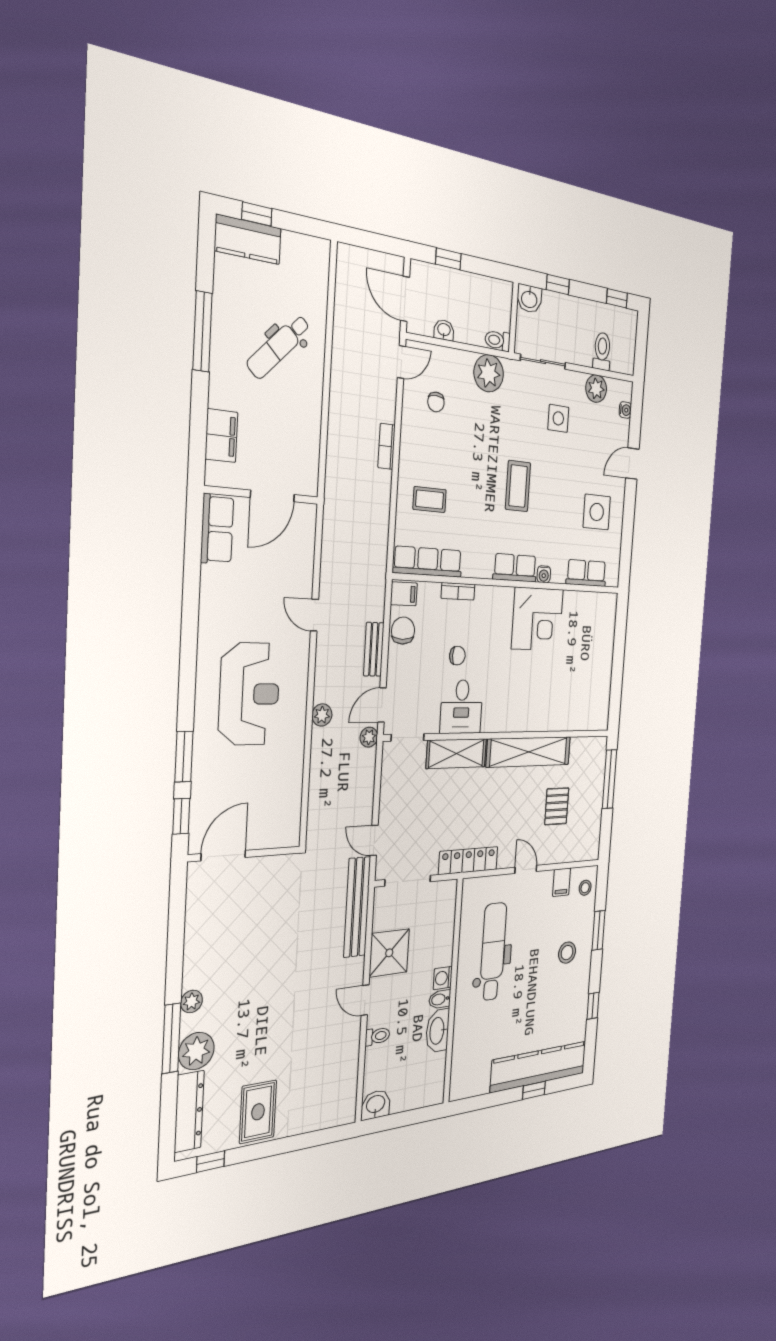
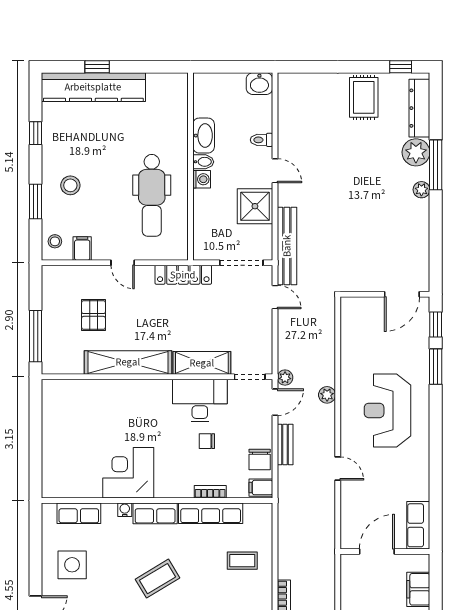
coffee table: (518, 486) -> (158, 579), turned 59
row of seats: (428, 562) -> (211, 513), moved
desk: (462, 707) -> (200, 401), width x1.37

